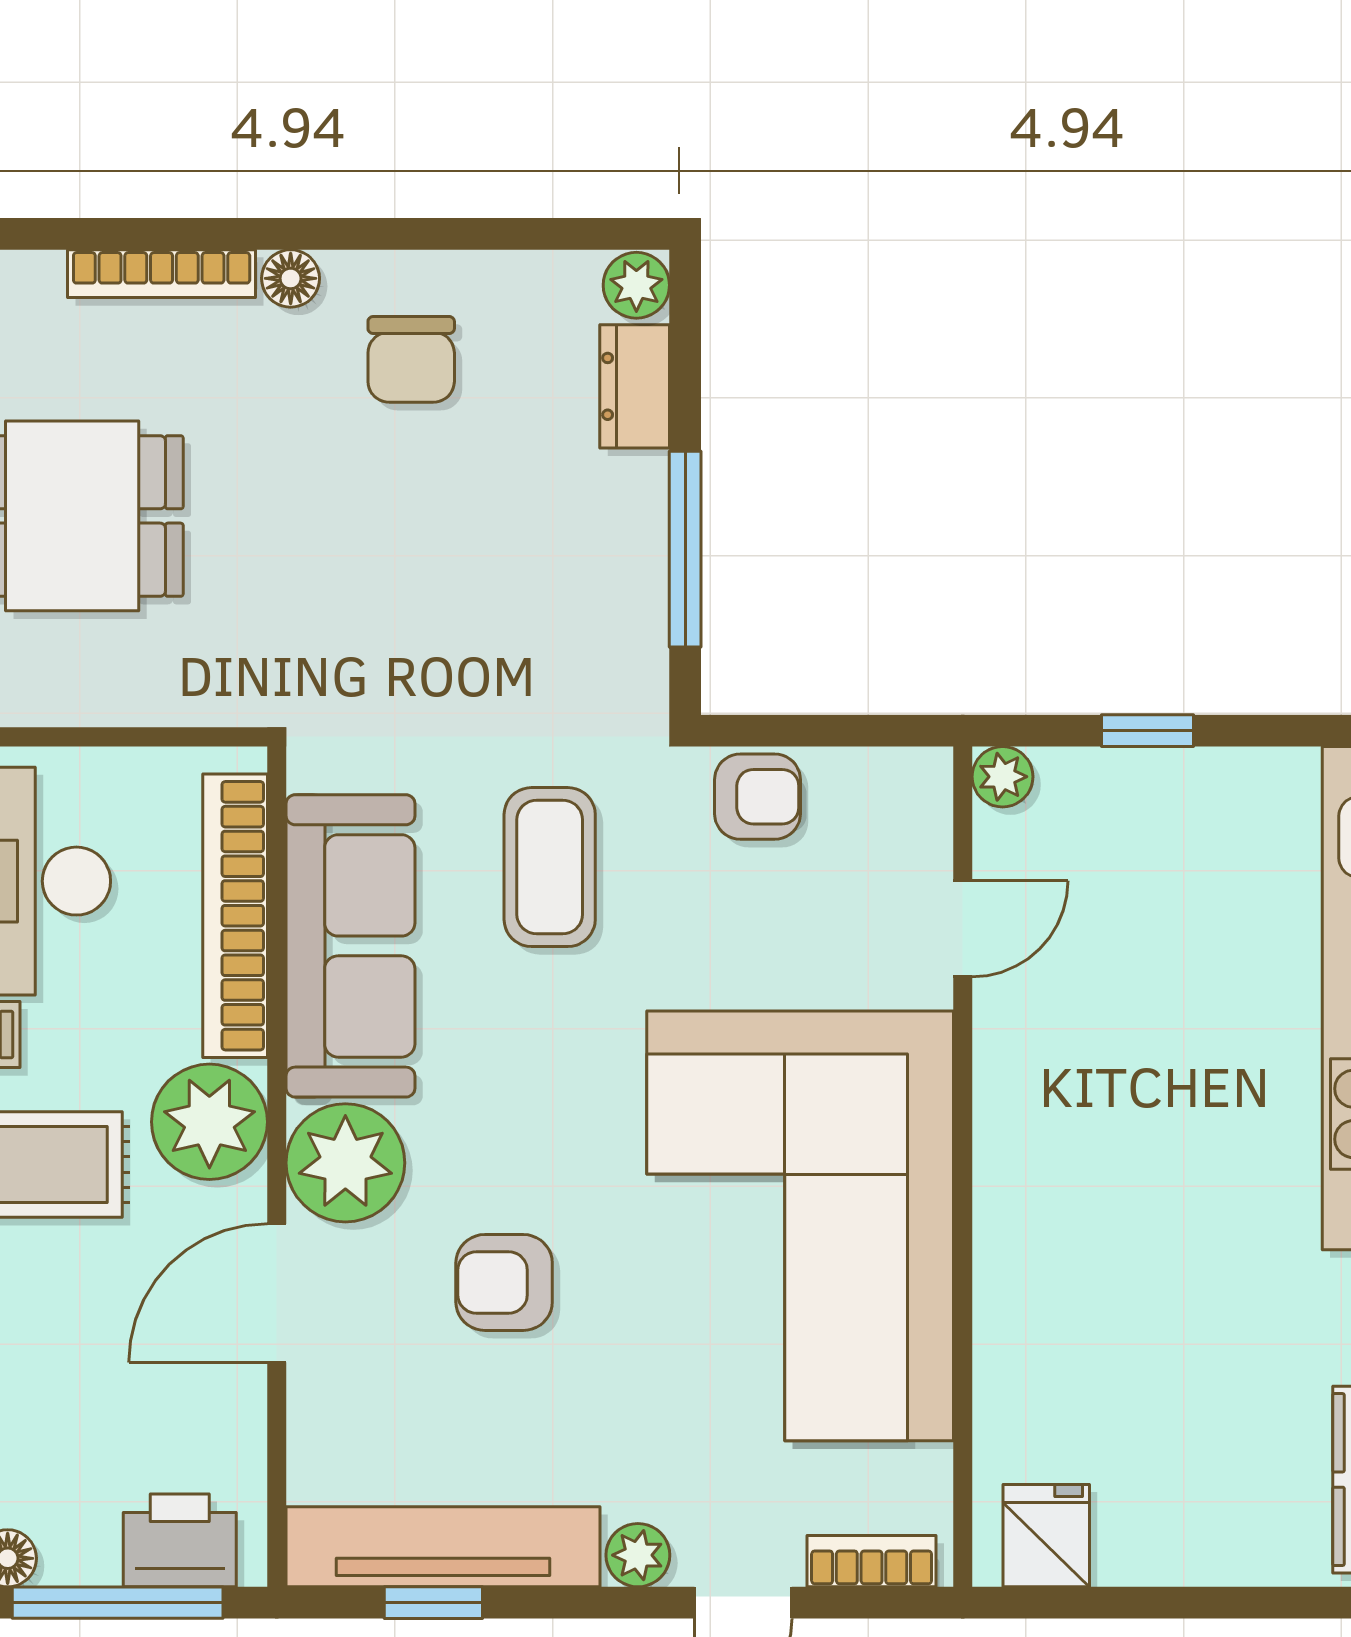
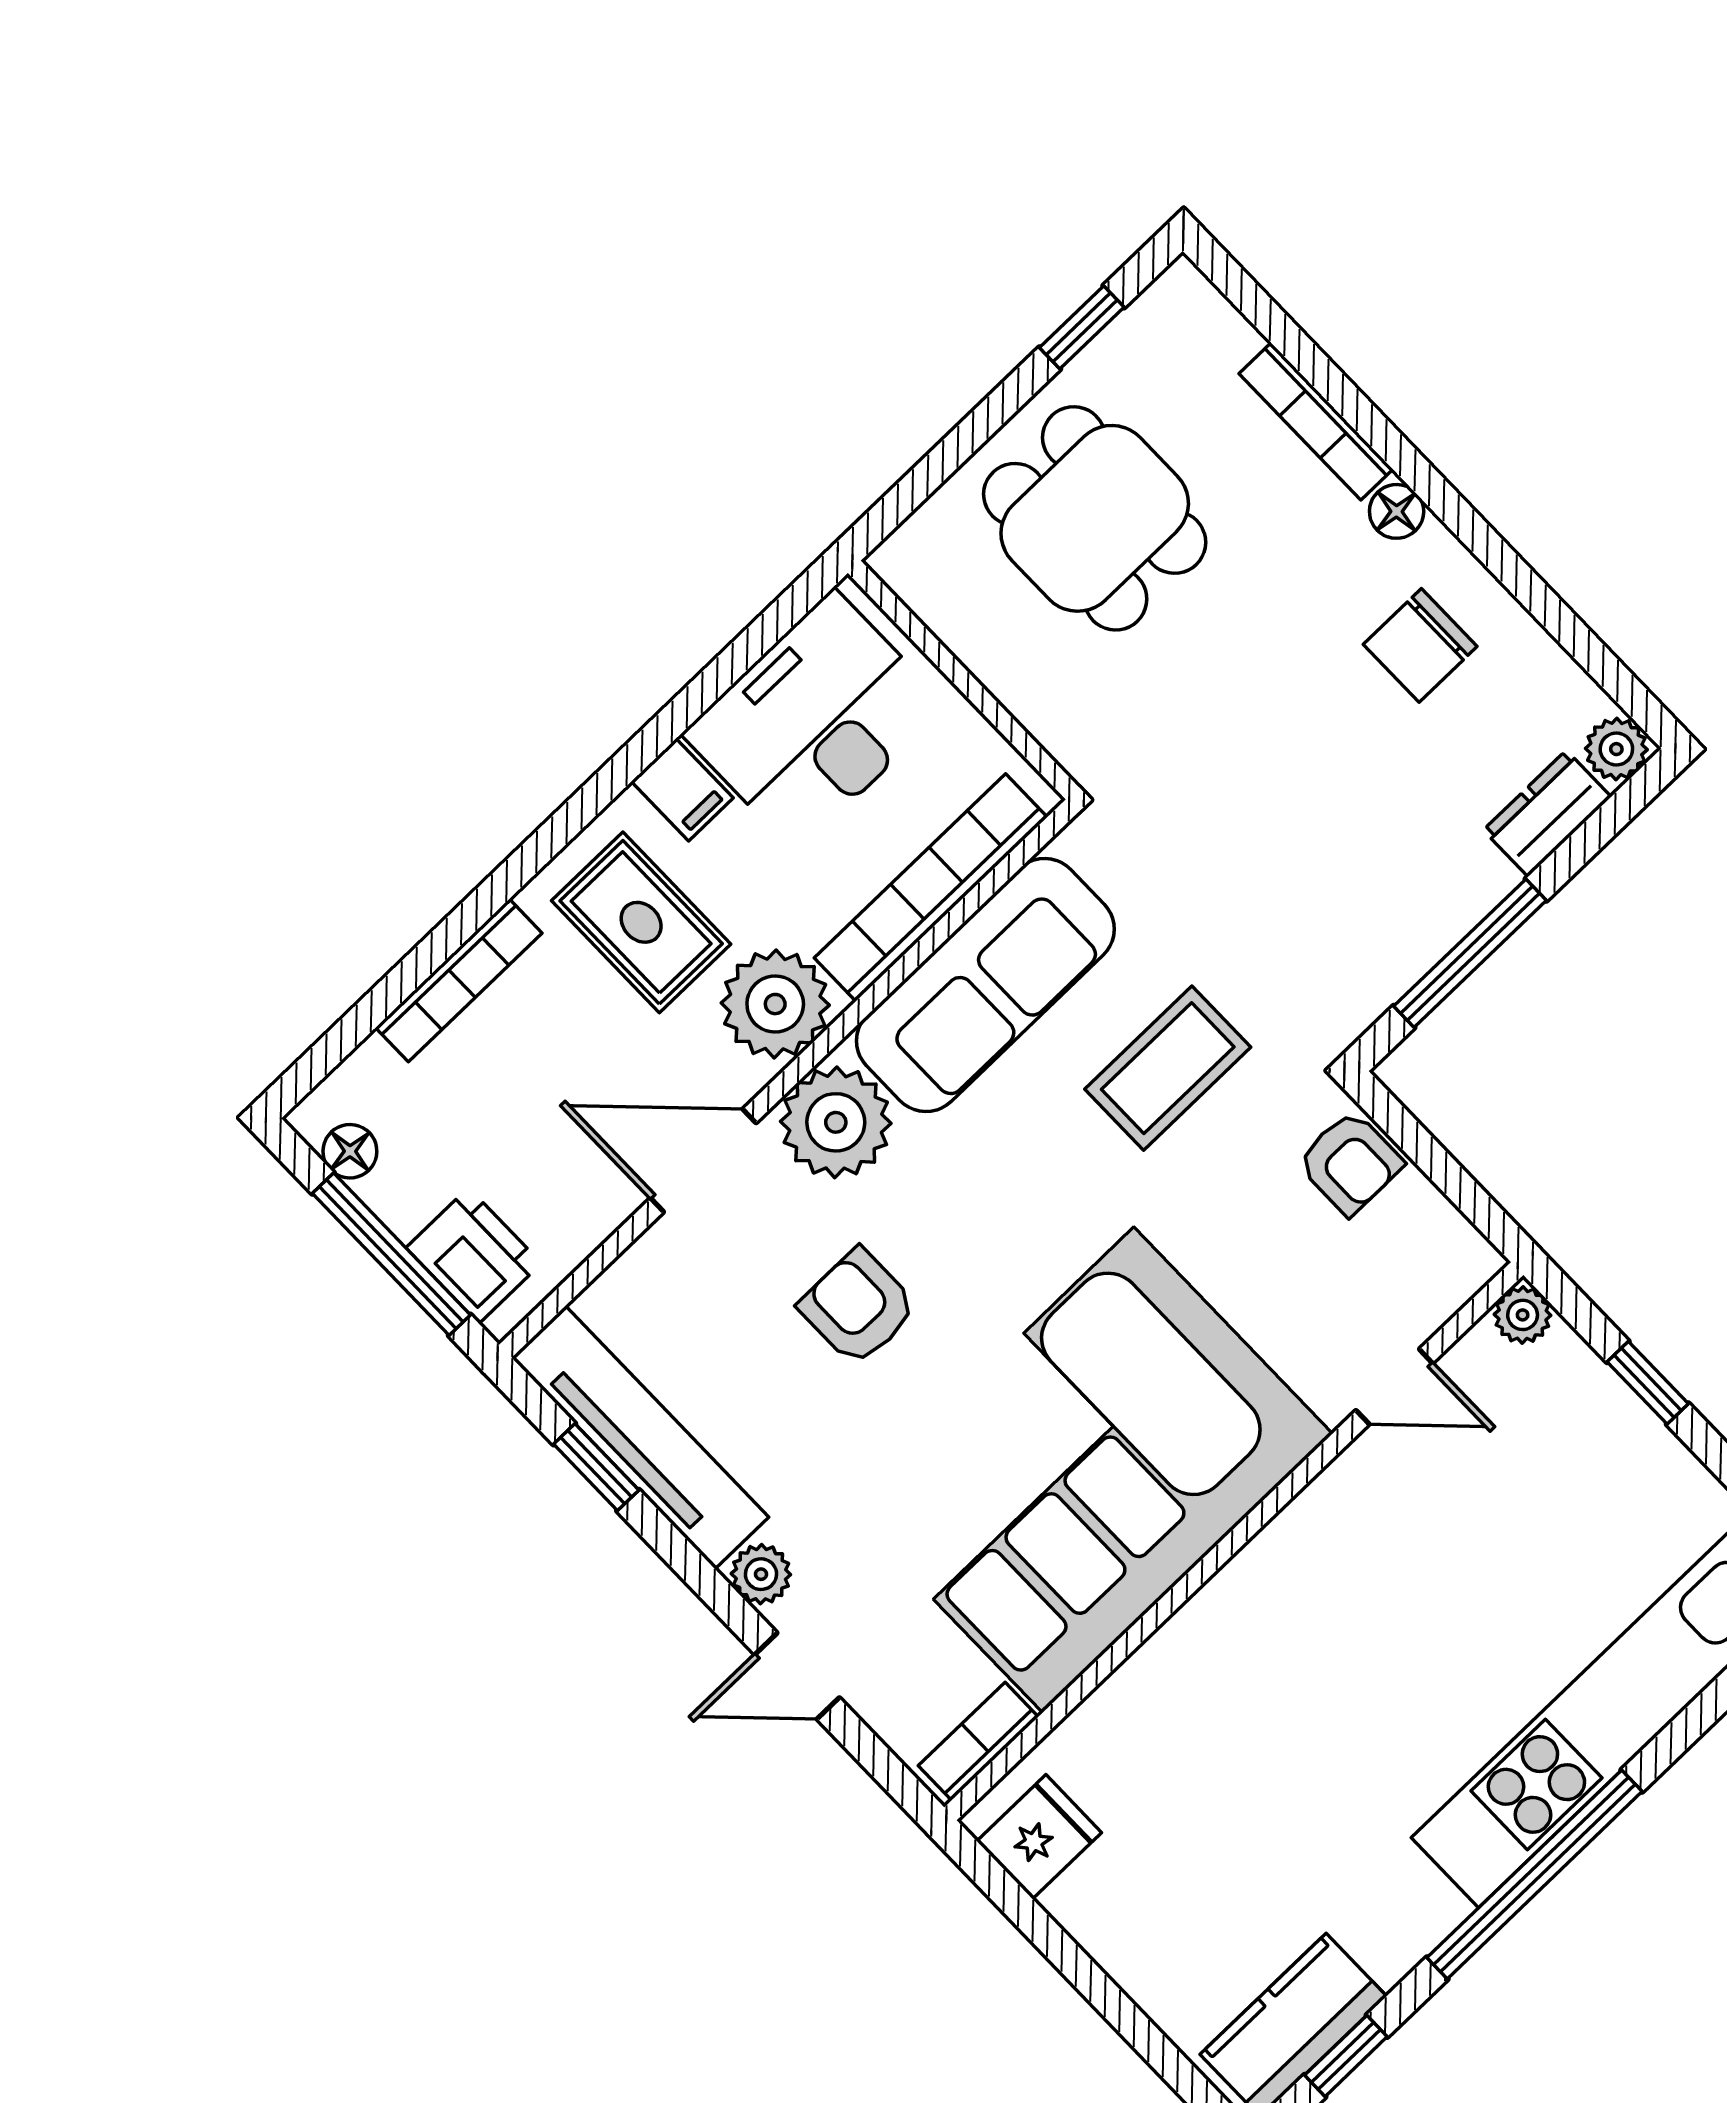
bookcase: (872, 1561) -> (978, 1741), moved, turned -90

